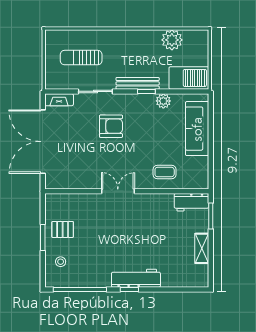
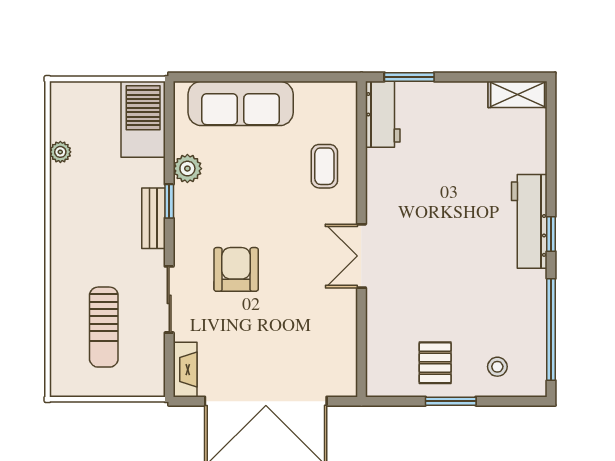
plant: (172, 40) -> (60, 152), width x0.53, depth x0.53
bench: (138, 83) -> (153, 218), width x0.73
shelving: (202, 248) -> (518, 94), moved

